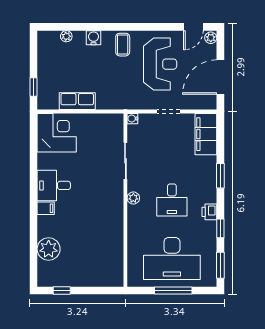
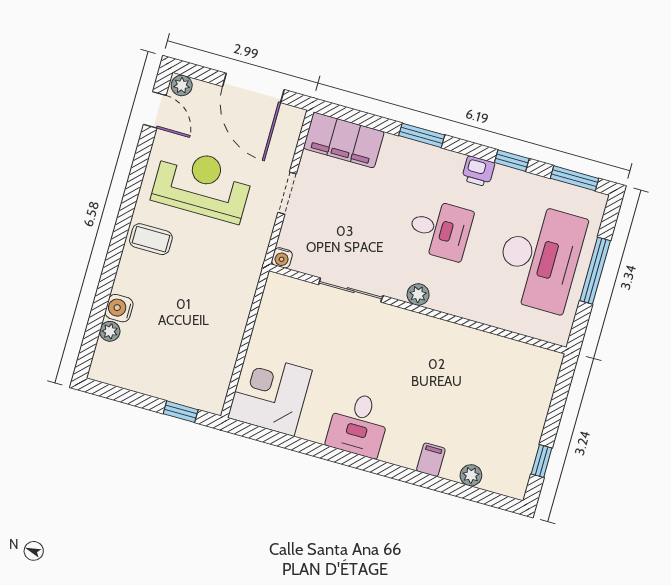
water cooler: (94, 38) -> (119, 308), moved
row of seats: (77, 101) -> (226, 344), removed
filing cabinet: (46, 208) -> (431, 460), moved
plant: (49, 249) -> (471, 475), width x0.53, depth x0.53

